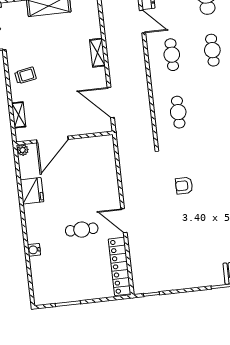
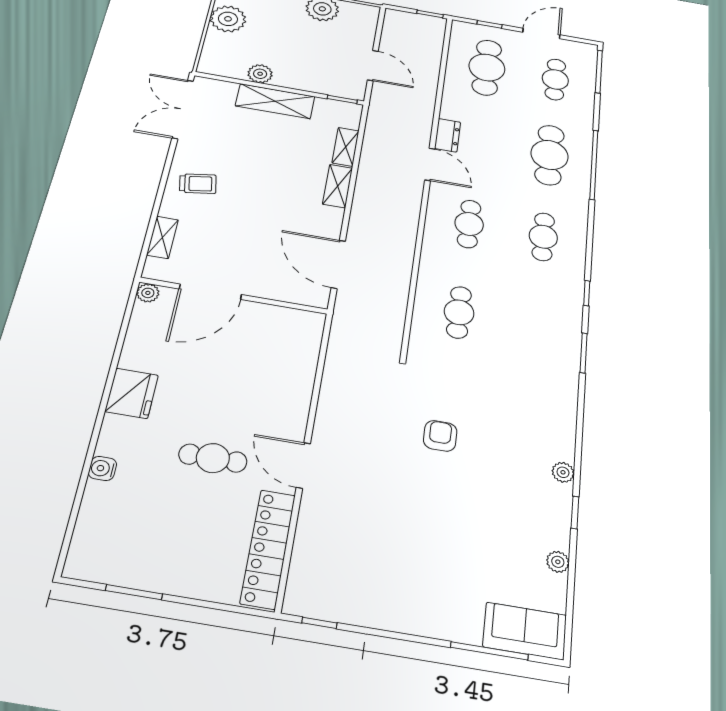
shelving: (95, 25) -> (346, 147), added
armchair: (184, 186) -> (440, 436), turned 90
fridge: (32, 191) -> (132, 393), moved

